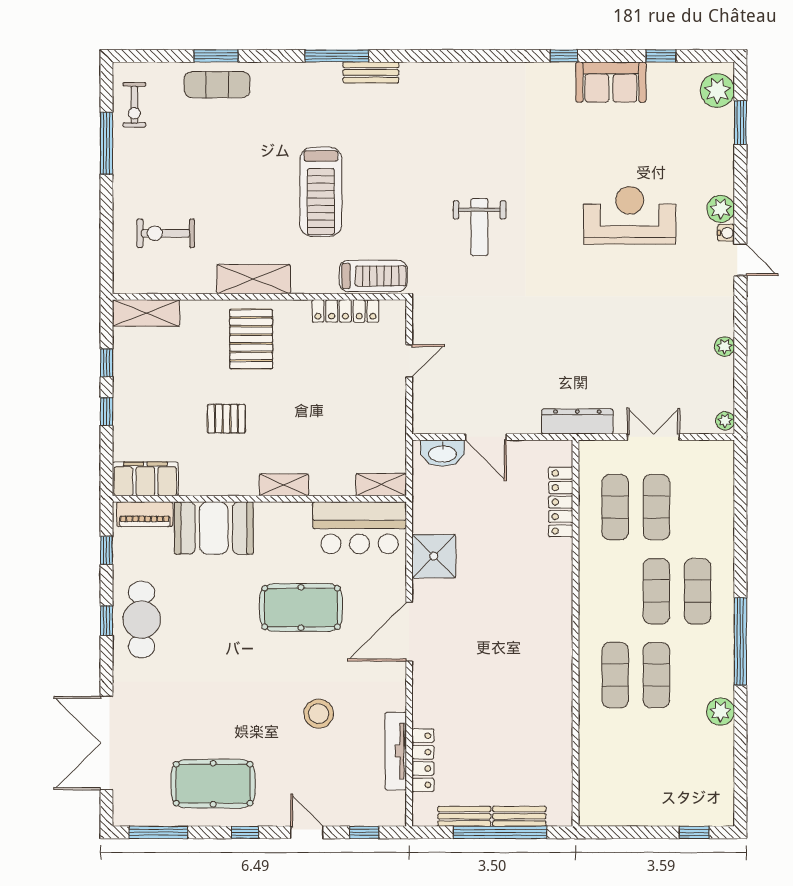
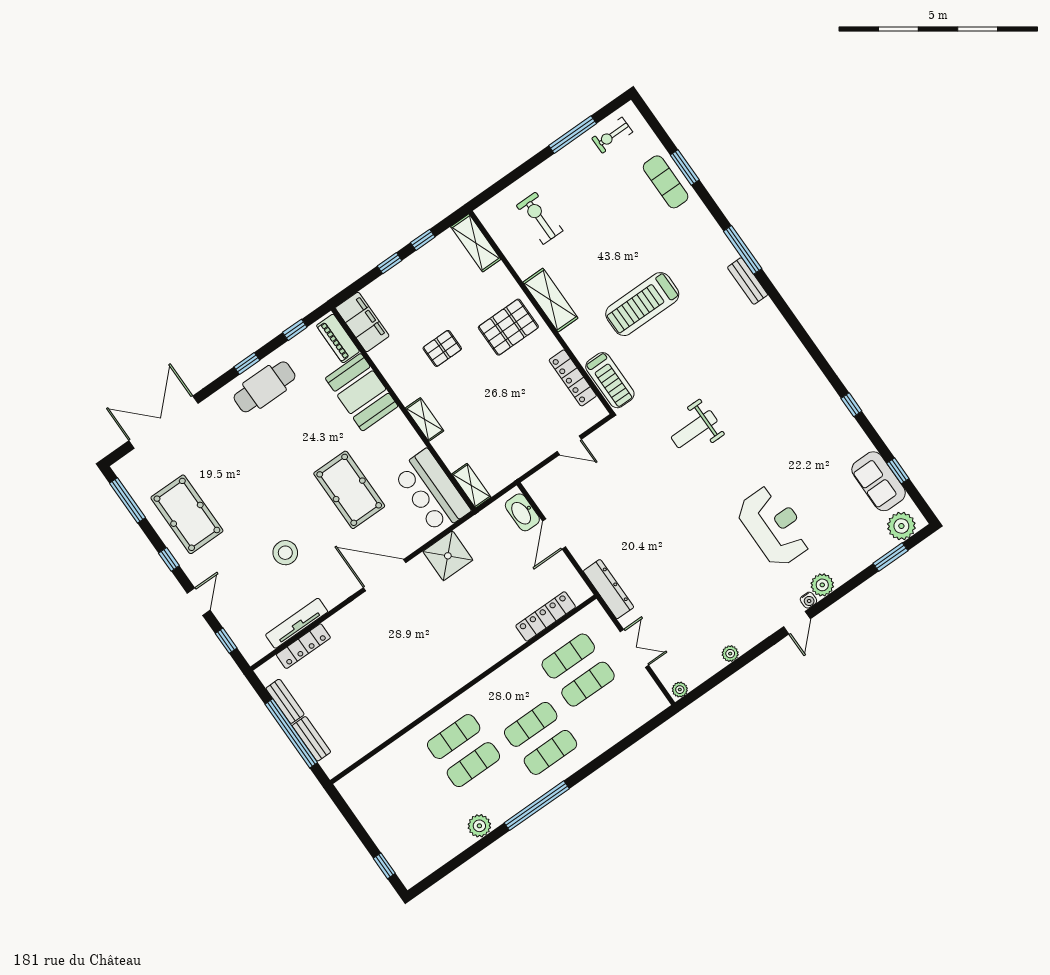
sofa: (611, 82) -> (879, 481), moved
pallet: (226, 419) -> (442, 348), turned 90

